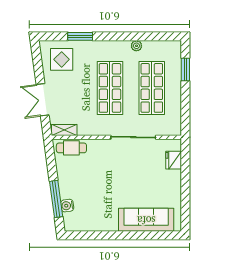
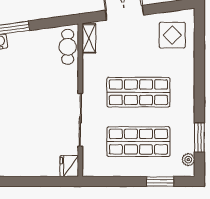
window: (80, 36) -> (199, 137), moved
plant: (136, 46) -> (188, 160), moved
fridge: (174, 160) -> (69, 166), moved, turned -90

